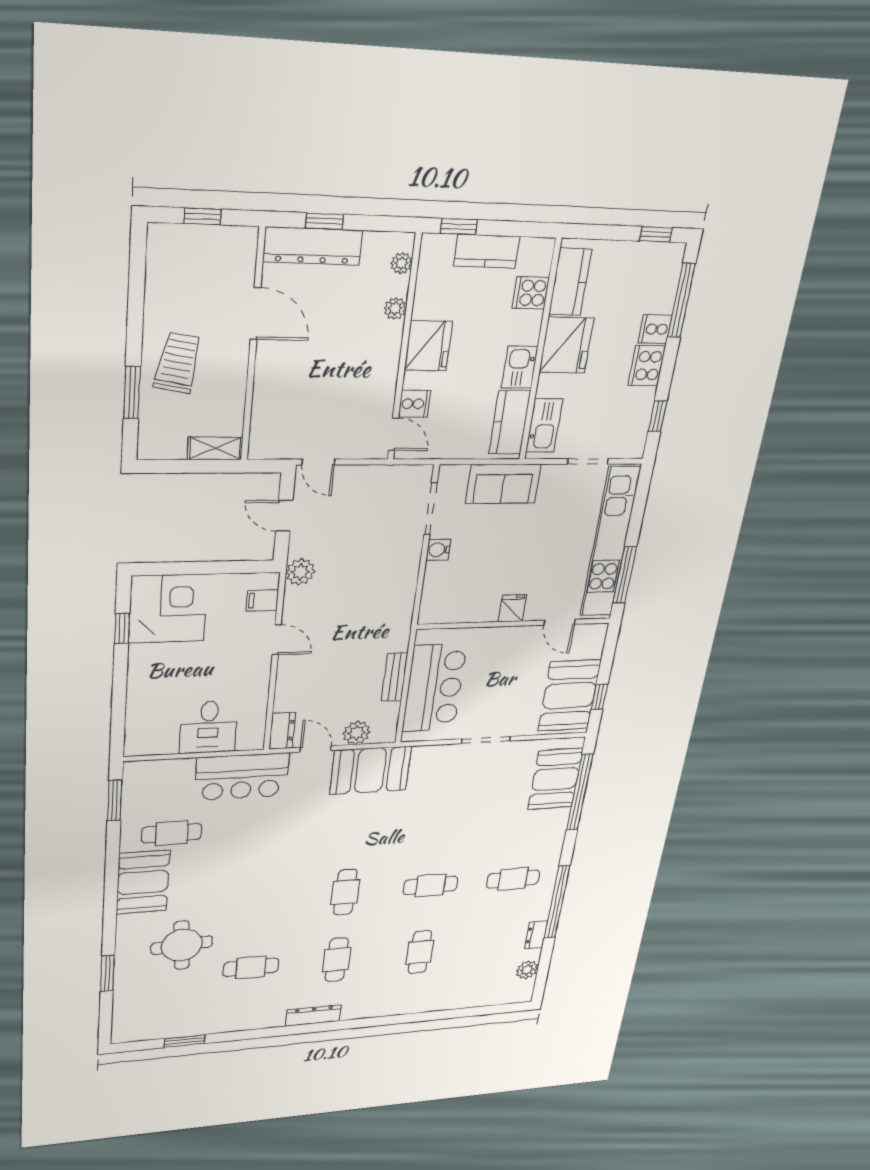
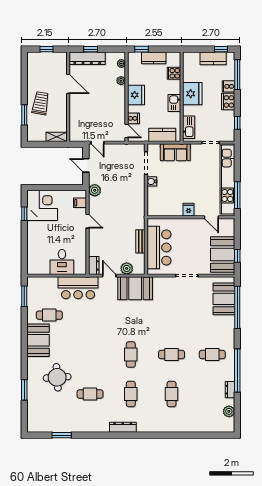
kitchen counter: (570, 282) -> (213, 58), moved, turned 90
kitchen counter: (510, 422) -> (162, 135), moved, turned 90

